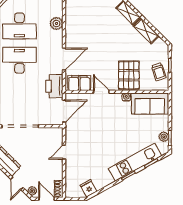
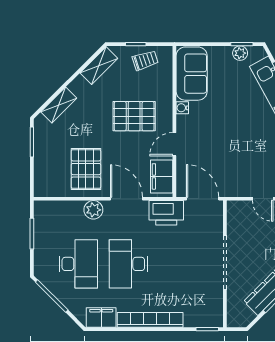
plant: (56, 23) -> (93, 210), moved
pallet: (84, 31) -> (86, 169), added
shelving: (146, 31) -> (99, 66), moved
pallet: (129, 75) -> (134, 116), moved

